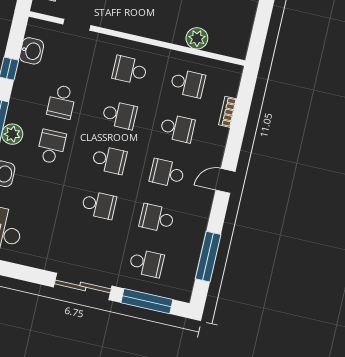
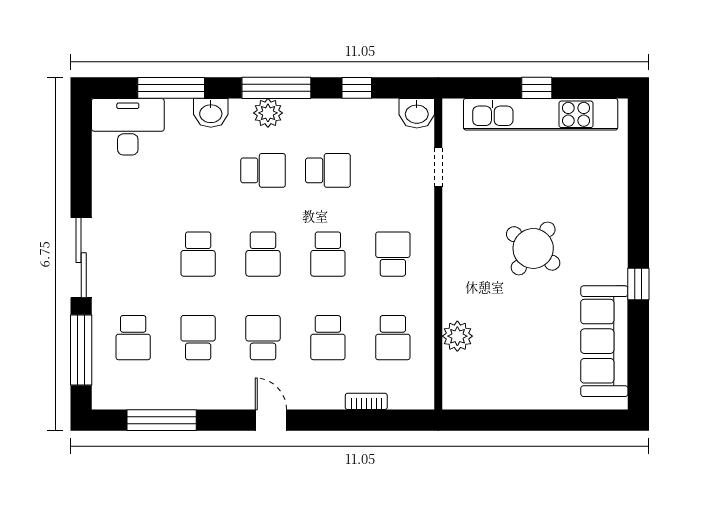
washbasin: (32, 51) -> (417, 113), moved
school desk: (62, 102) -> (328, 170), turned 180

